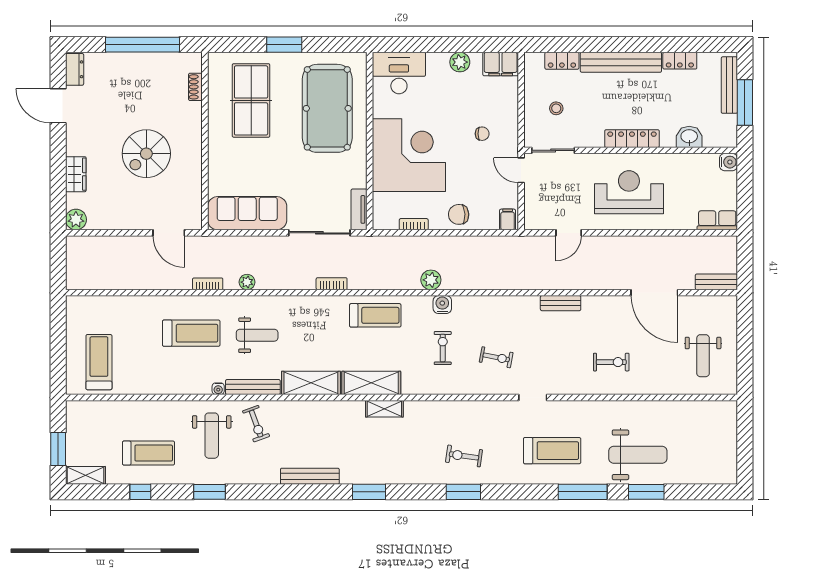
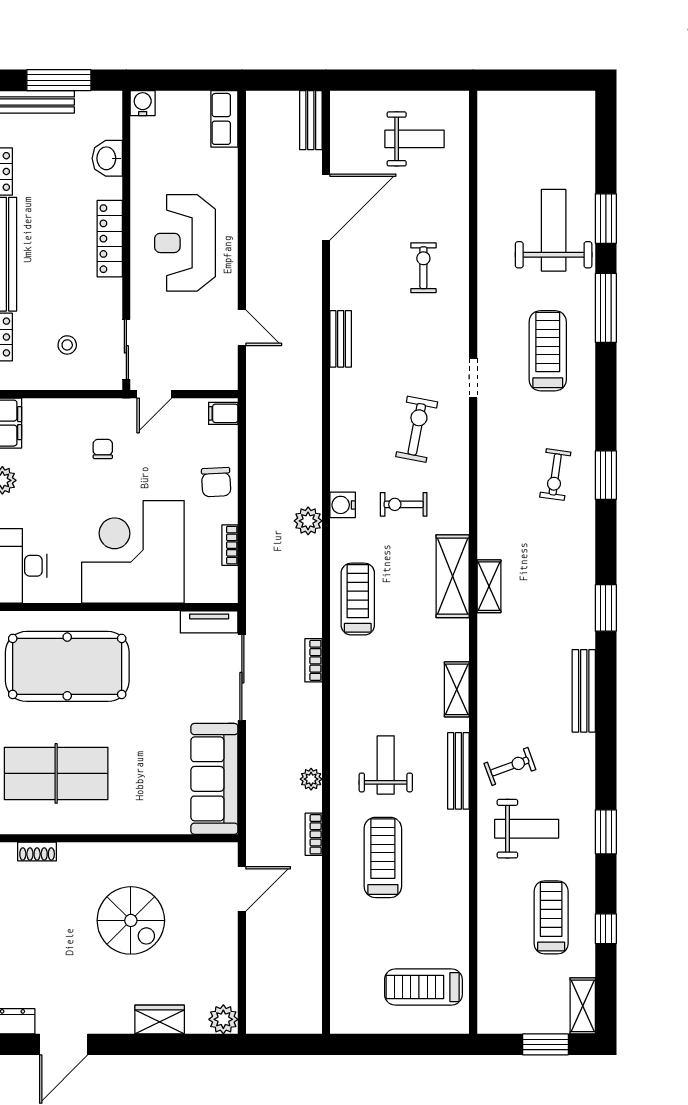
exercise bike: (496, 357) -> (417, 429), width x1.38, depth x1.39
shelving: (311, 383) -> (457, 689), width x0.67, depth x0.75
shelving: (371, 383) -> (453, 576), moved
water cooler: (218, 389) -> (461, 820), removed

